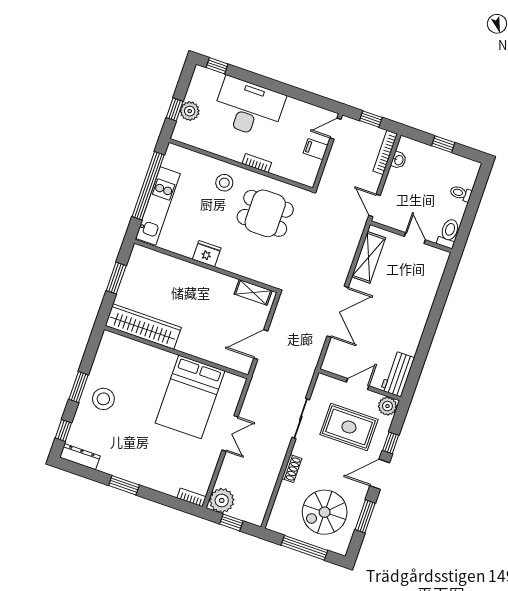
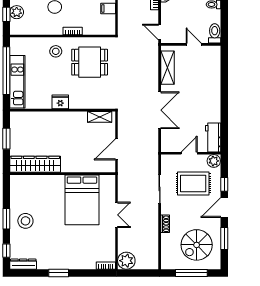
window: (231, 522) -> (138, 273), removed

